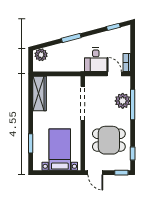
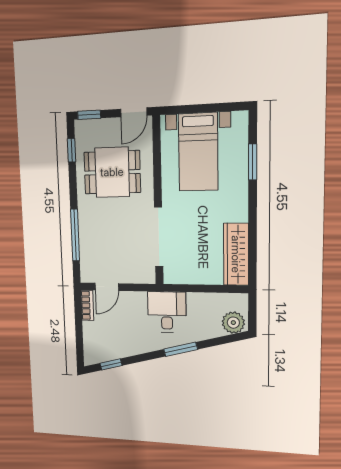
desk: (96, 60) -> (167, 312), moved
door: (114, 74) -> (107, 287), hinge flipped
plant: (123, 101) -> (91, 241), removed
door: (95, 173) -> (134, 112), swing flipped

